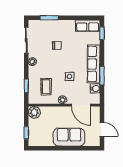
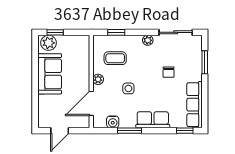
row of seats: (88, 26) -> (194, 105), width x1.48
row of seats: (94, 64) -> (153, 120), width x0.68
plant: (34, 112) -> (49, 43), moved
sofa: (69, 137) -> (50, 74), moved

